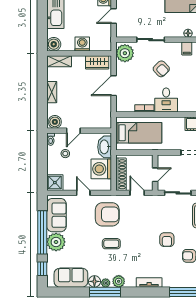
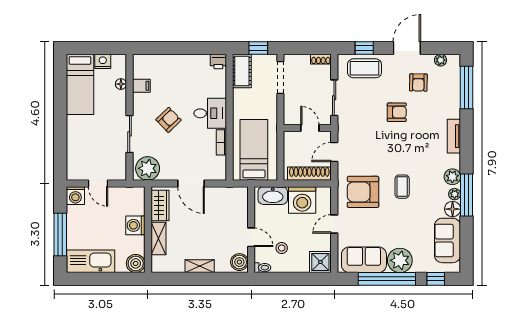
shelving: (59, 61) -> (158, 238), moved
armchair: (107, 214) -> (363, 192), turned -90

